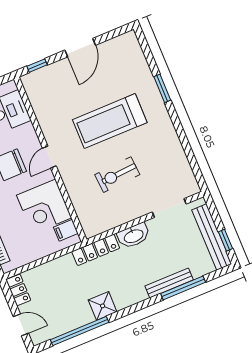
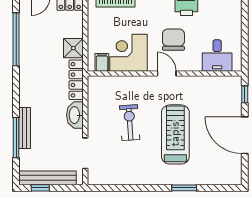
door: (80, 48) -> (245, 135), width x1.36
shower: (103, 306) -> (73, 48), moved

